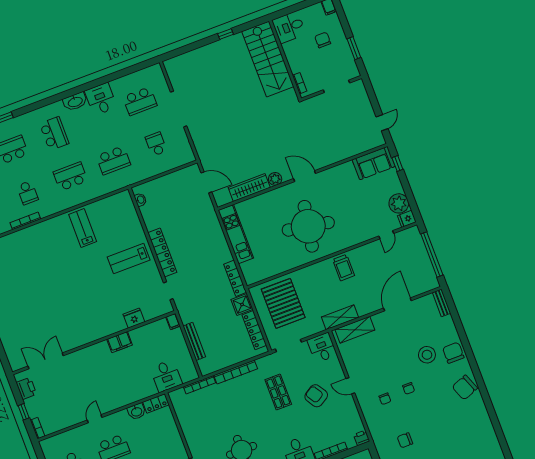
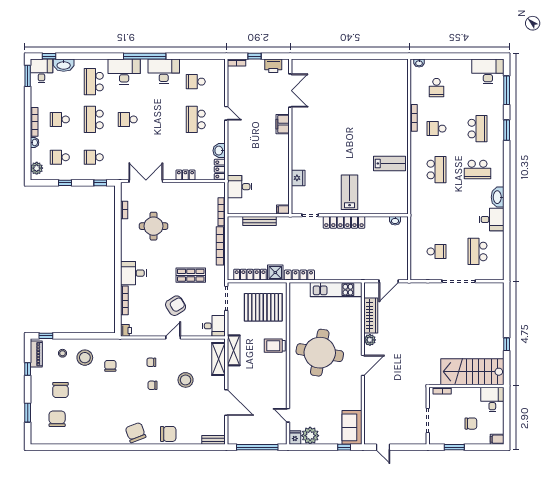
school desk: (113, 160) -> (437, 210), removed
trolley: (344, 268) -> (275, 346), moved
filing cabinet: (120, 342) -> (283, 124), moved
stool: (427, 355) -> (186, 380), moved
locker: (175, 437) -> (185, 175), added

